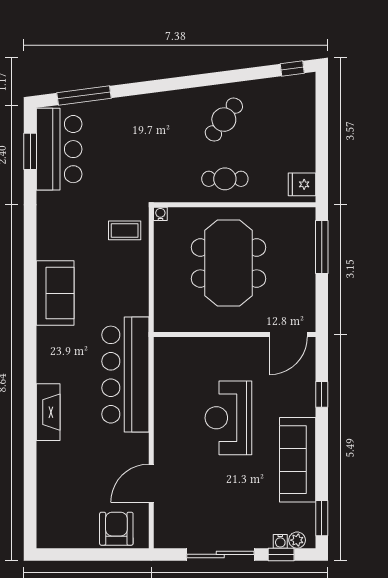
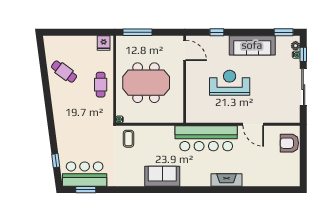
window: (292, 68) -> (41, 48), removed
window: (84, 95) -> (56, 161), width x0.46
cafe table: (224, 120) -> (64, 72), moved
reception desk: (228, 418) -> (230, 83), turned 180
door: (151, 483) -> (253, 124), moved

